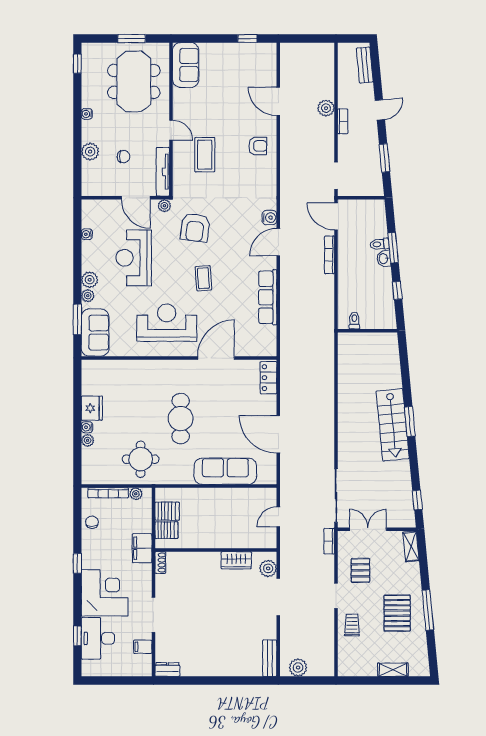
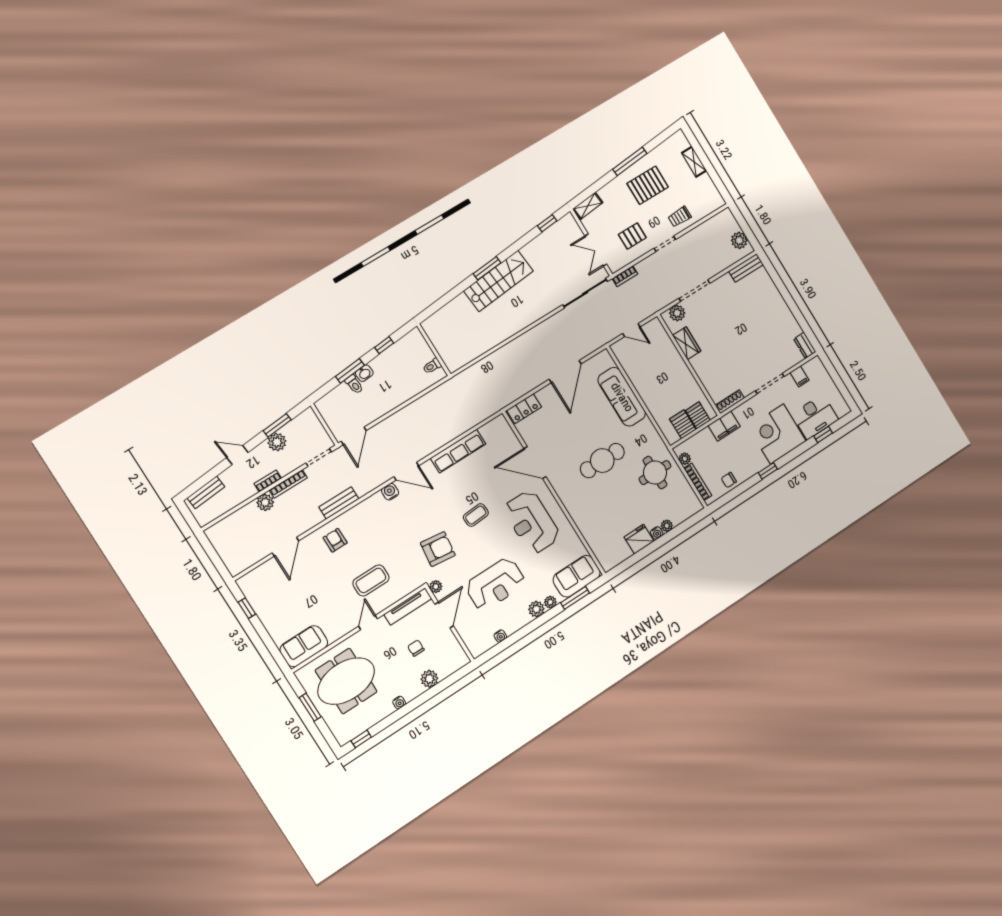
plant: (371, 149) -> (277, 442), added
bench: (287, 169) -> (339, 503), added
bookcase: (329, 255) -> (288, 484), moved
shoe rack: (160, 563) -> (730, 402), width x1.43

